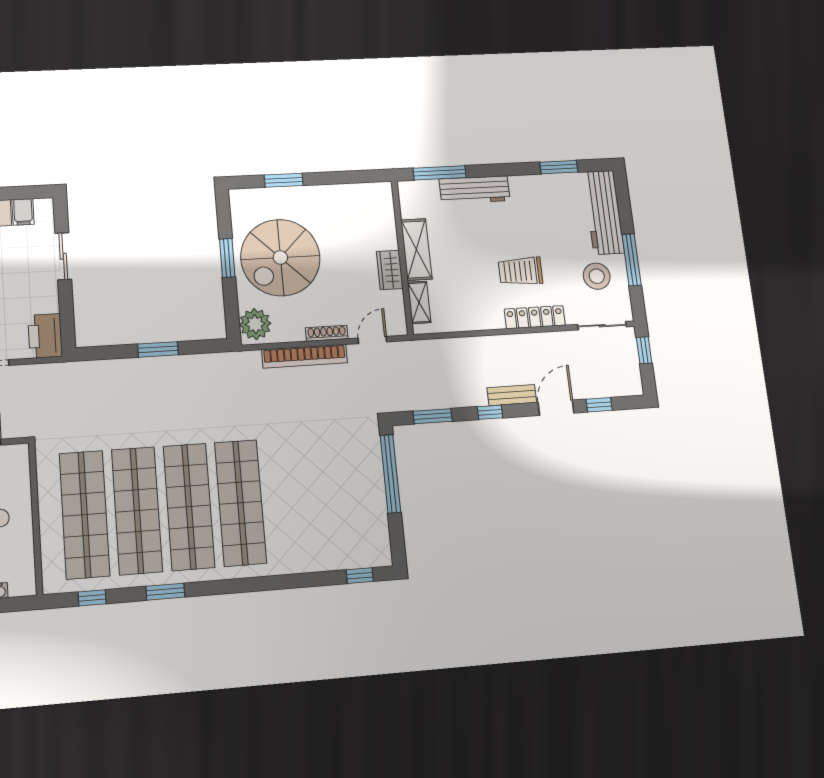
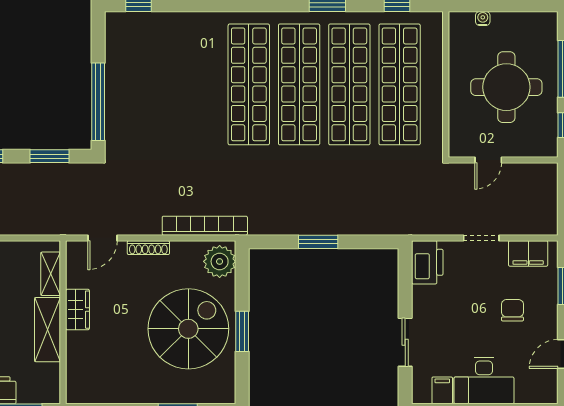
bookcase: (305, 356) -> (205, 226), moved

